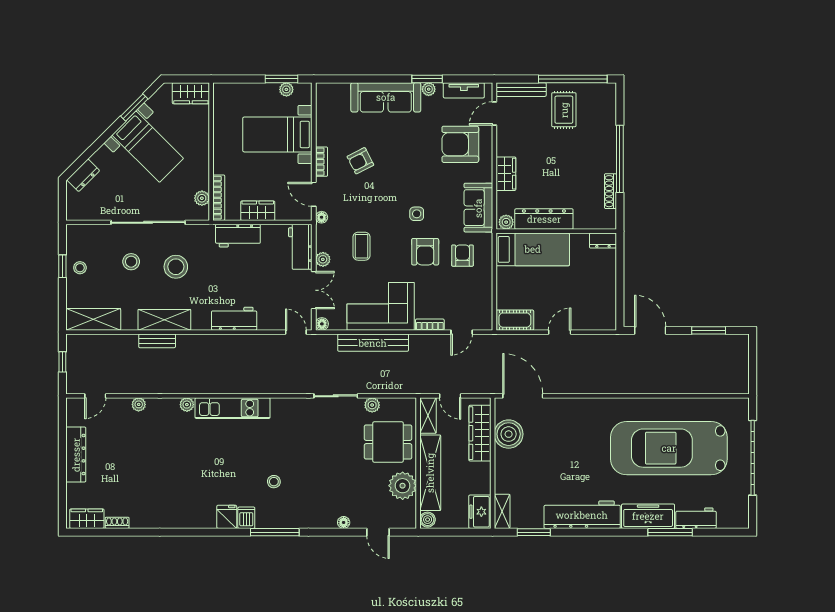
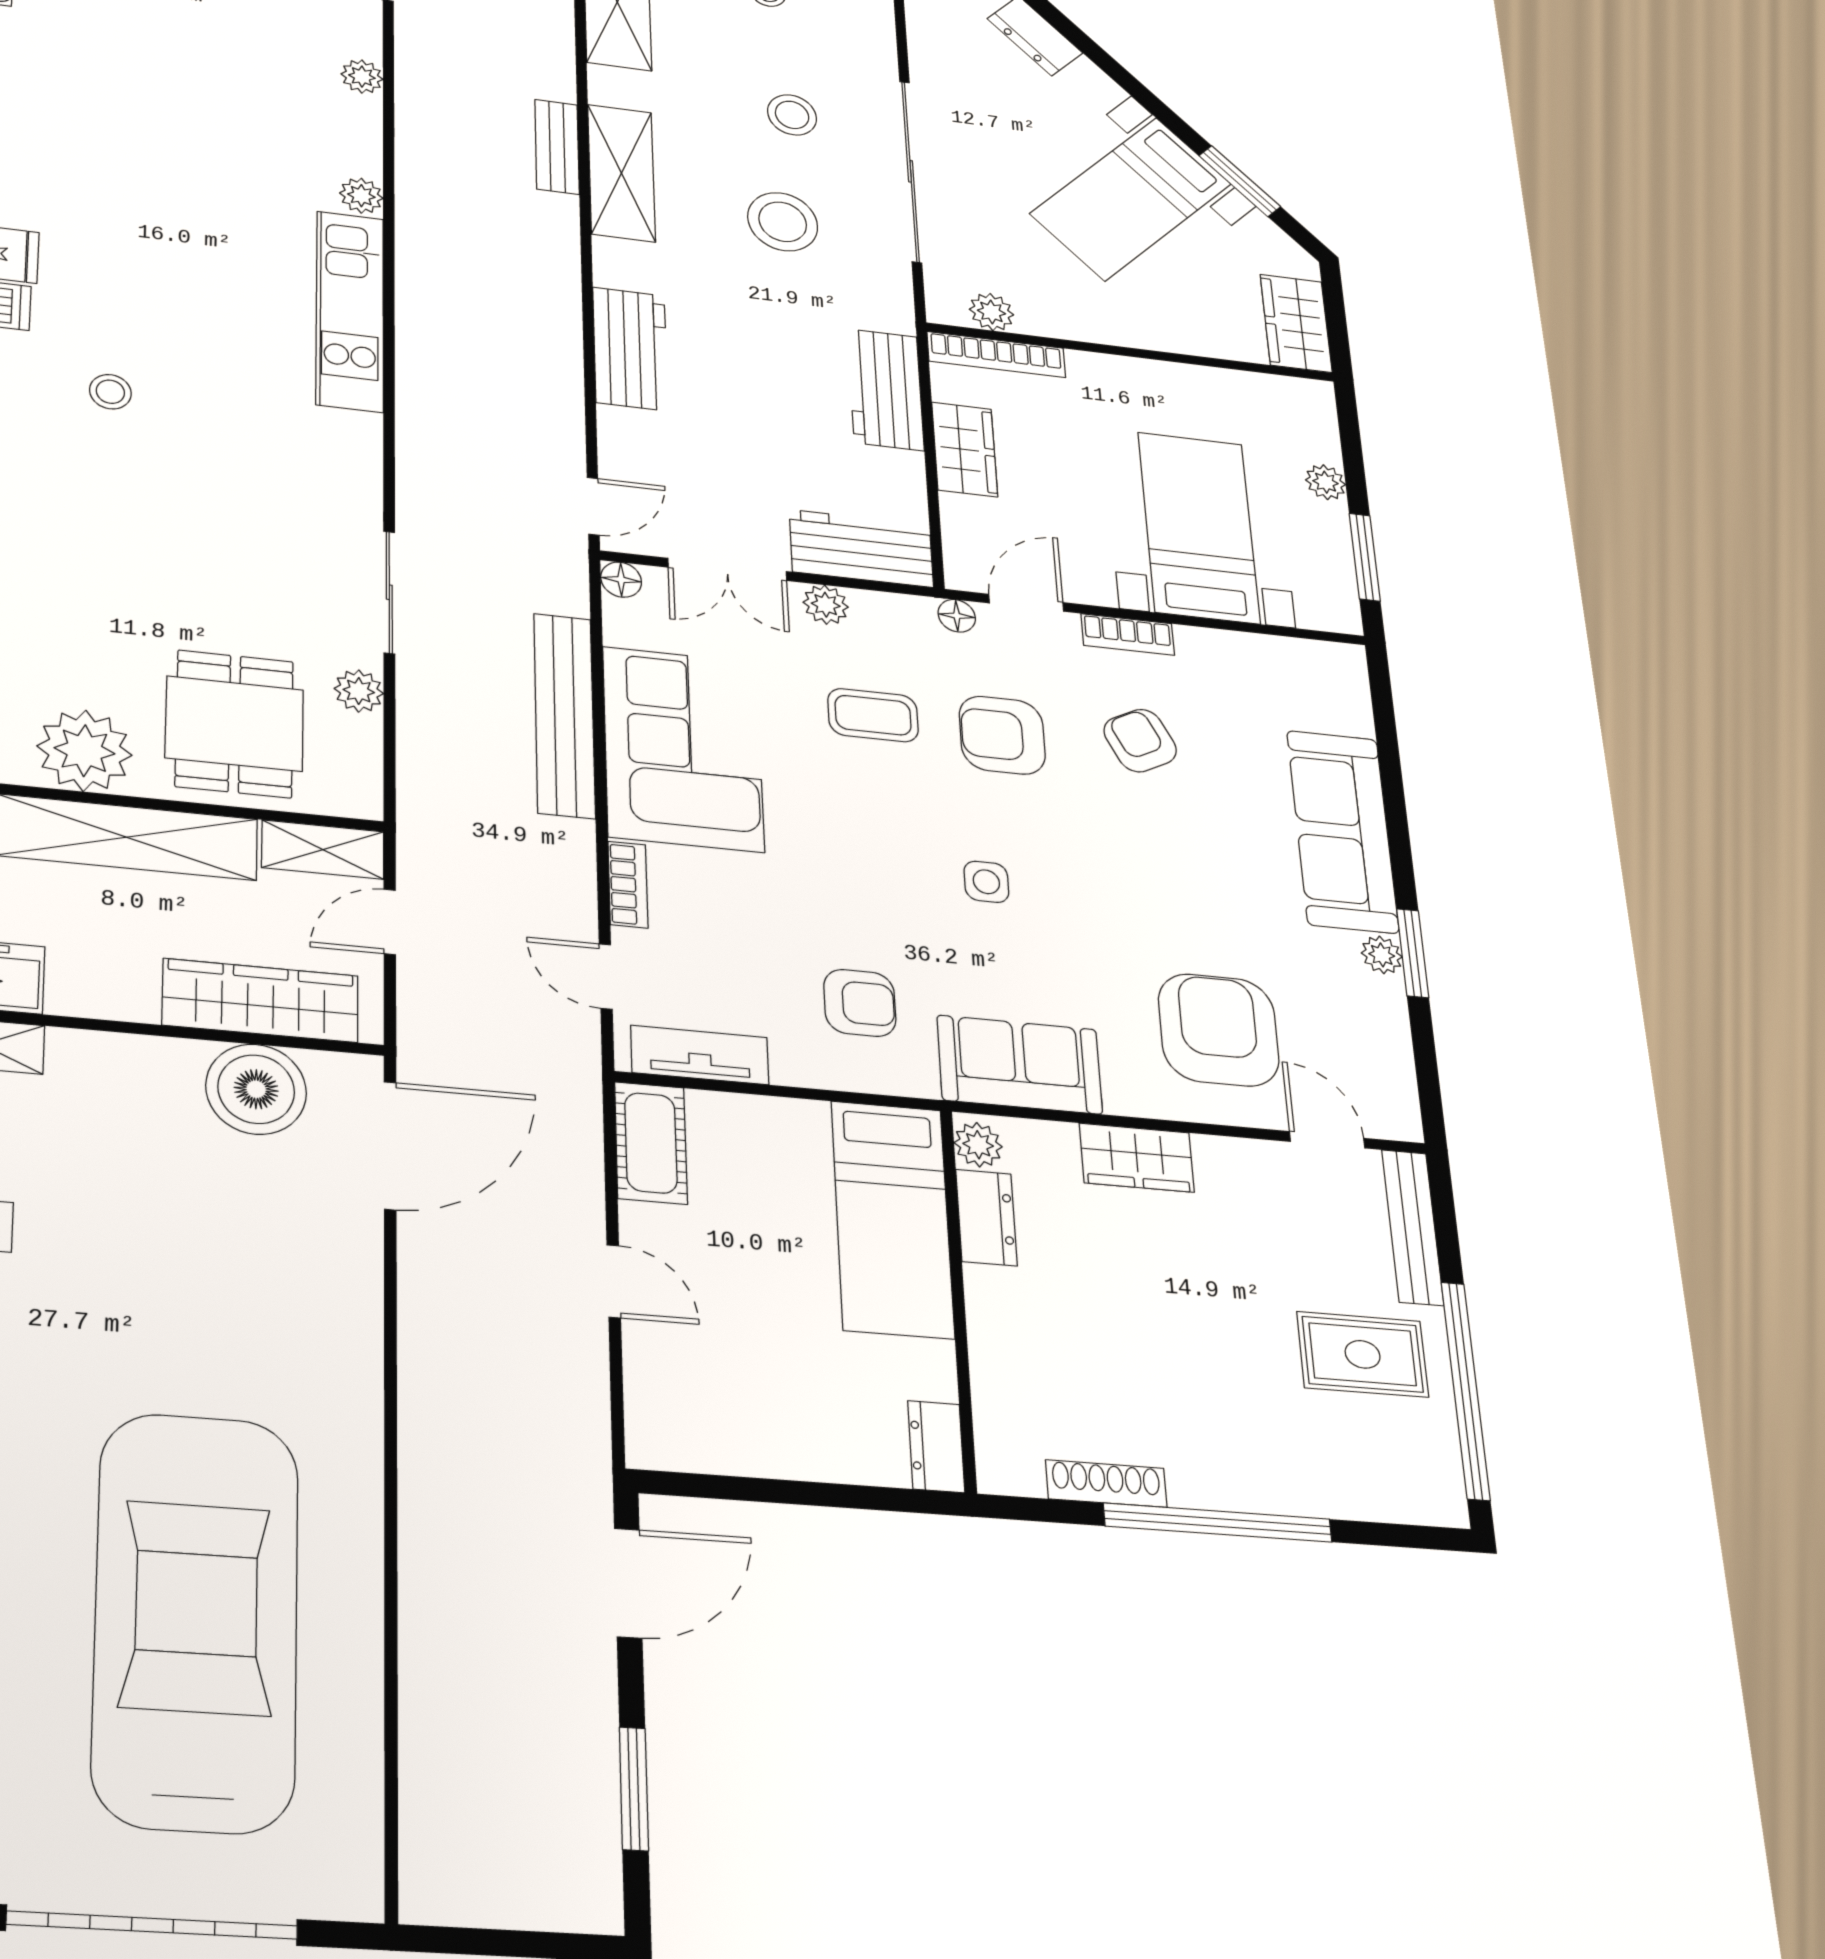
plant: (286, 89) -> (1326, 482), moved
tv unit: (464, 90) -> (700, 1055), moved, turned 90
dresser: (544, 219) -> (986, 1218), width x0.51, depth x0.80
armchair: (425, 252) -> (1002, 735), moved

